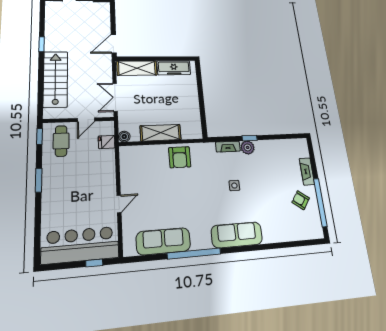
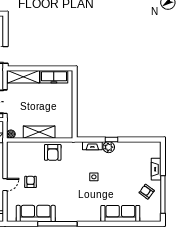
armchair: (153, 198) -> (30, 182), added
sofa: (237, 235) -> (120, 214), moved

